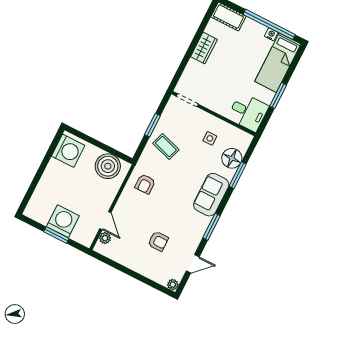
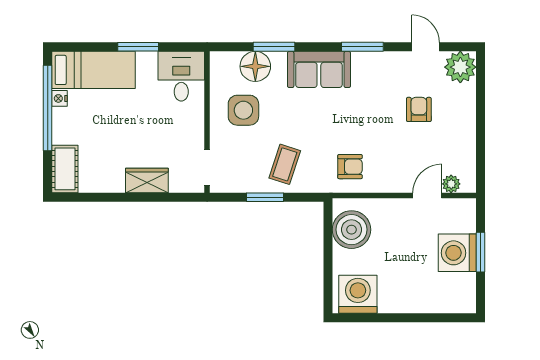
wardrobe: (204, 48) -> (147, 180), moved
side table: (210, 138) -> (243, 110), width x1.87, depth x1.87
plant: (173, 285) -> (460, 67), width x1.88, depth x1.88

